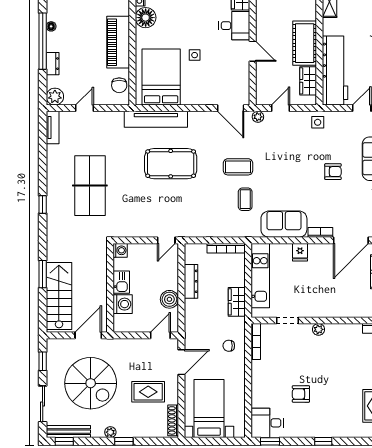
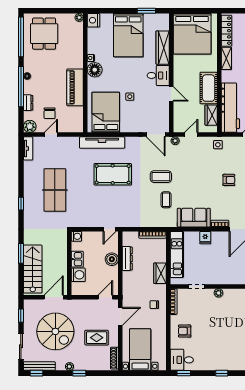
chair: (119, 85) -> (50, 113), moved
boiler: (169, 299) -> (112, 259), moved
armchair: (301, 394) -> (185, 331), moved

